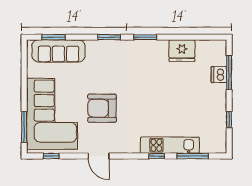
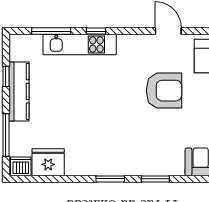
fridge: (182, 51) -> (48, 162), moved
dishwasher: (219, 75) -> (21, 166), moved, turned -90
kitchen counter: (219, 108) -> (19, 91), added

